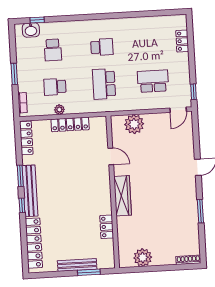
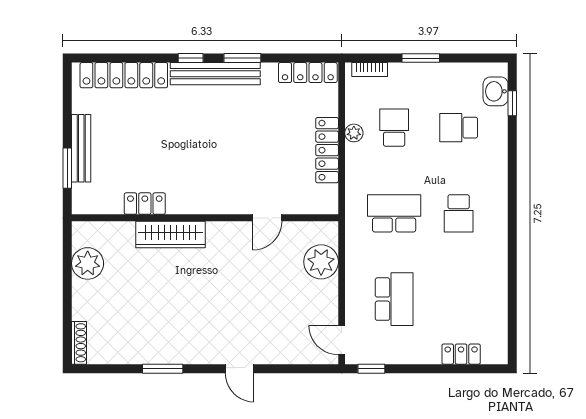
wardrobe: (123, 196) -> (171, 234), moved

